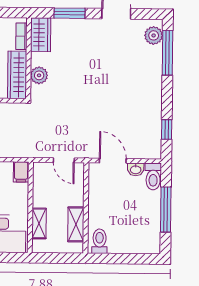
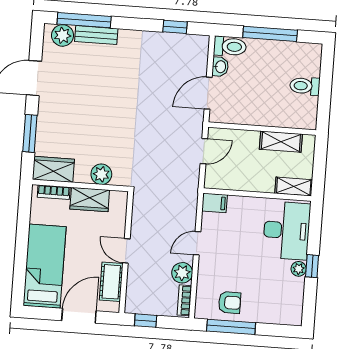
bench: (156, 64) -> (96, 35), added
wardrobe: (17, 75) -> (90, 199), width x0.67
shelving: (39, 223) -> (294, 187), moved
toilet: (100, 241) -> (305, 86), moved

